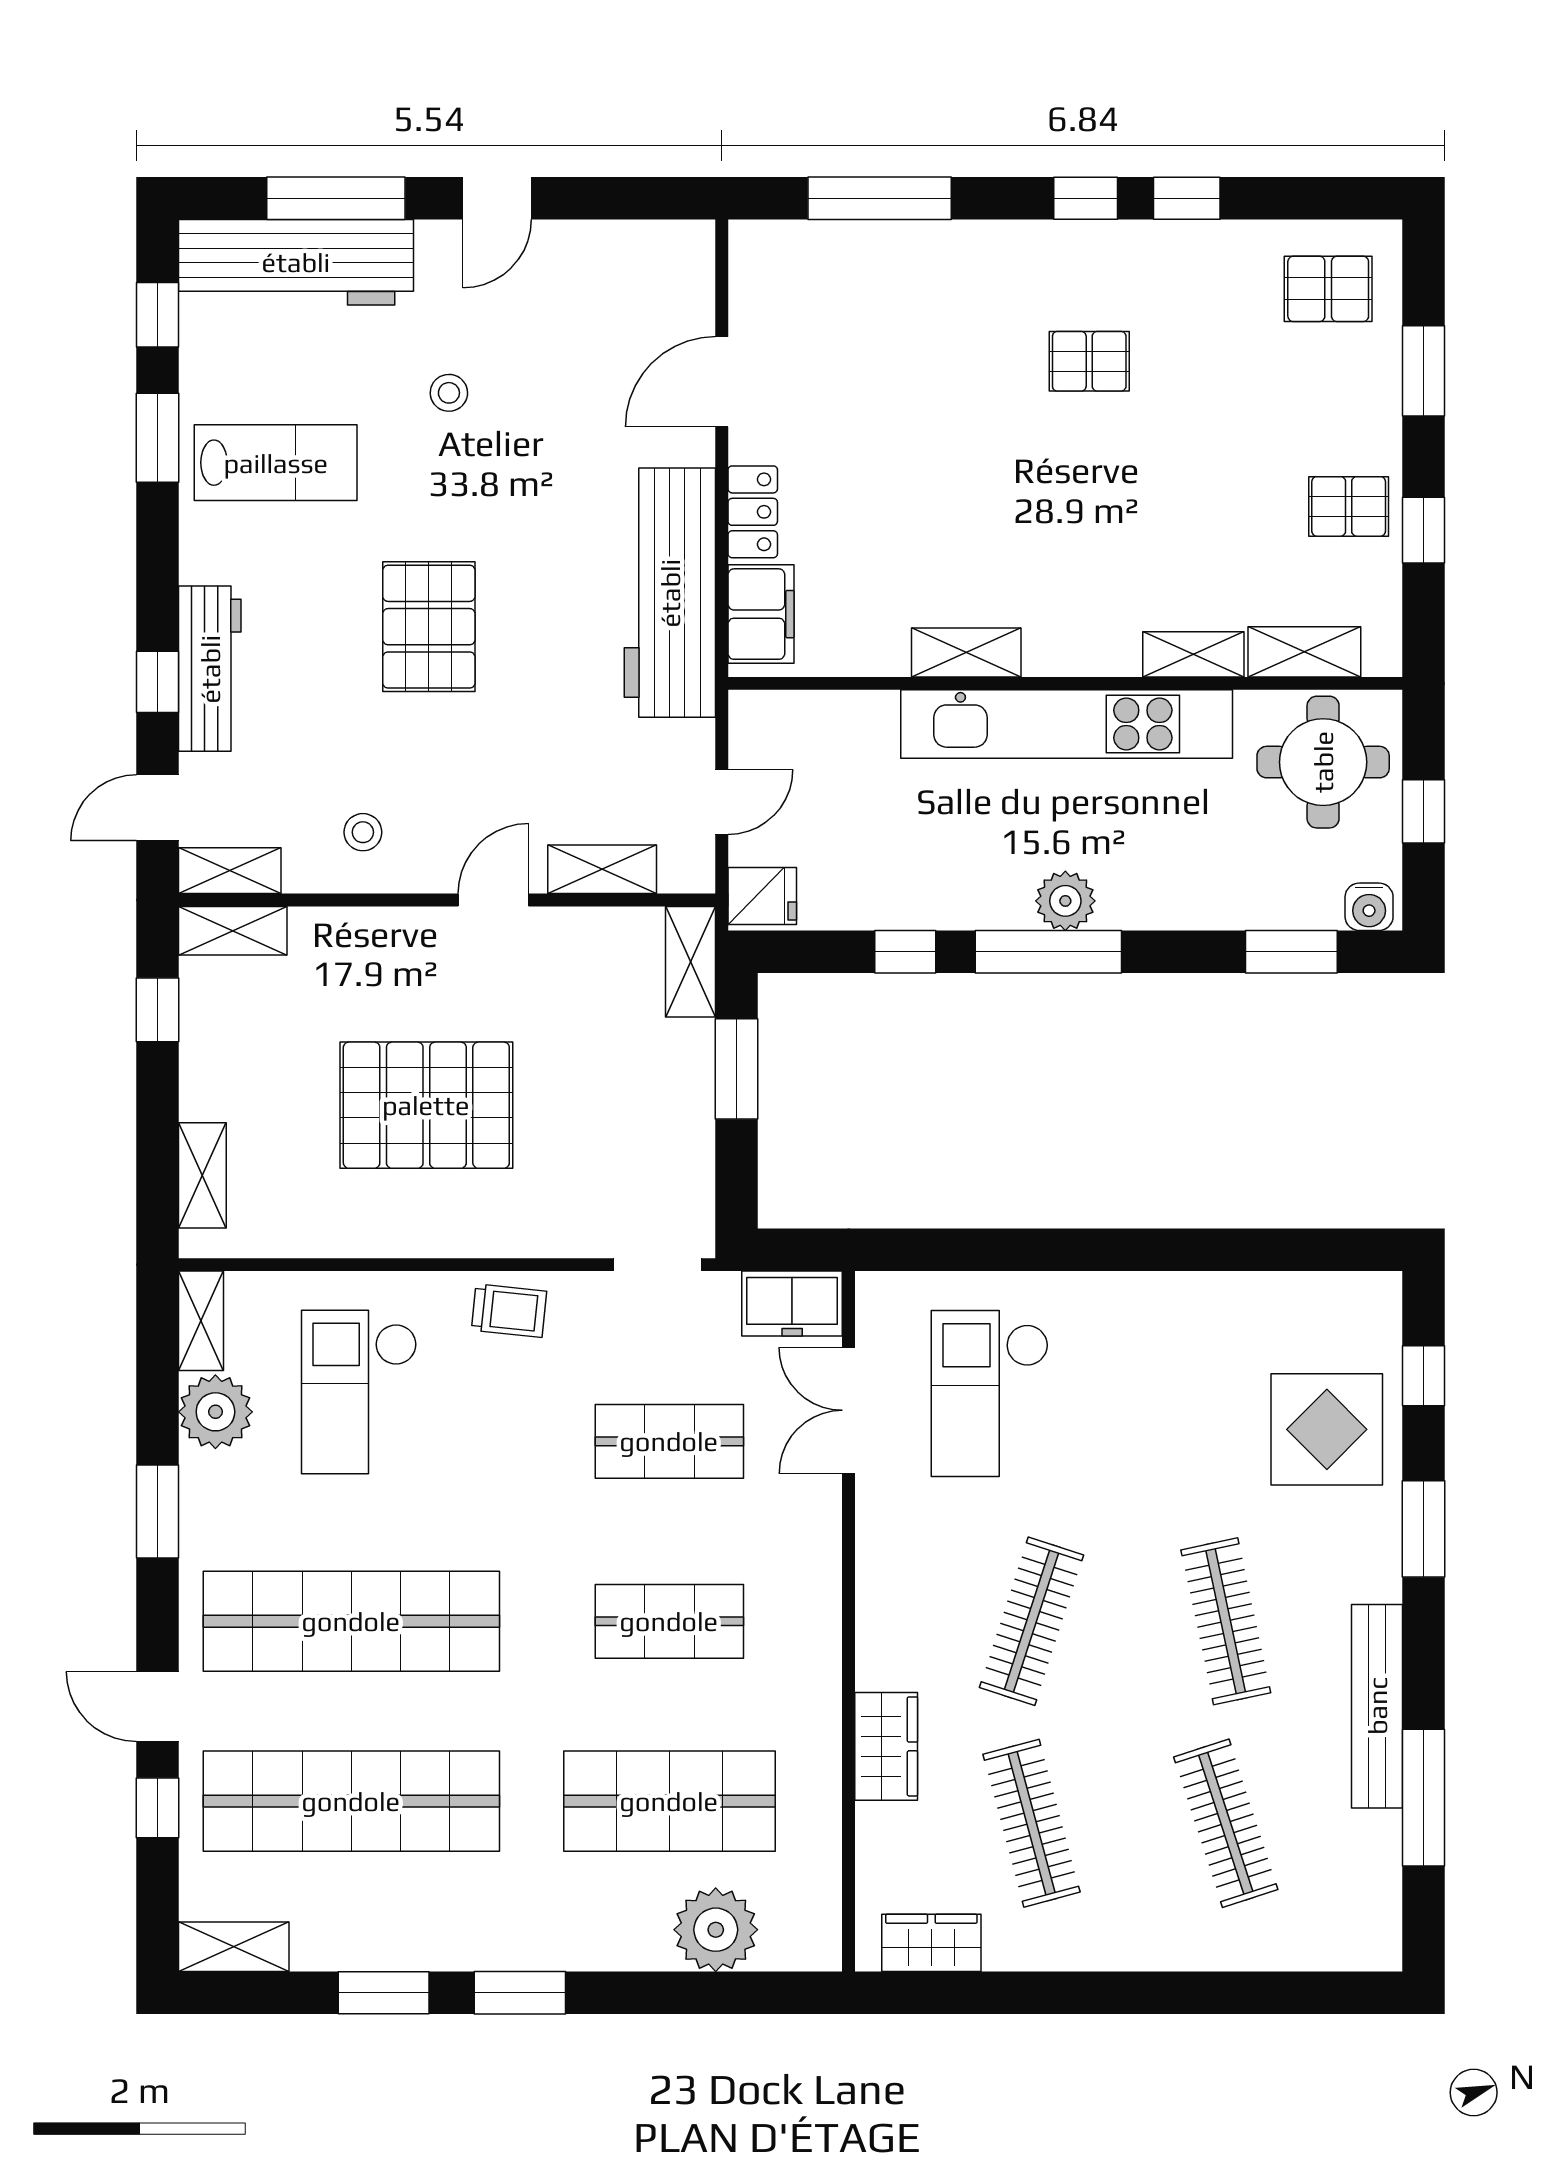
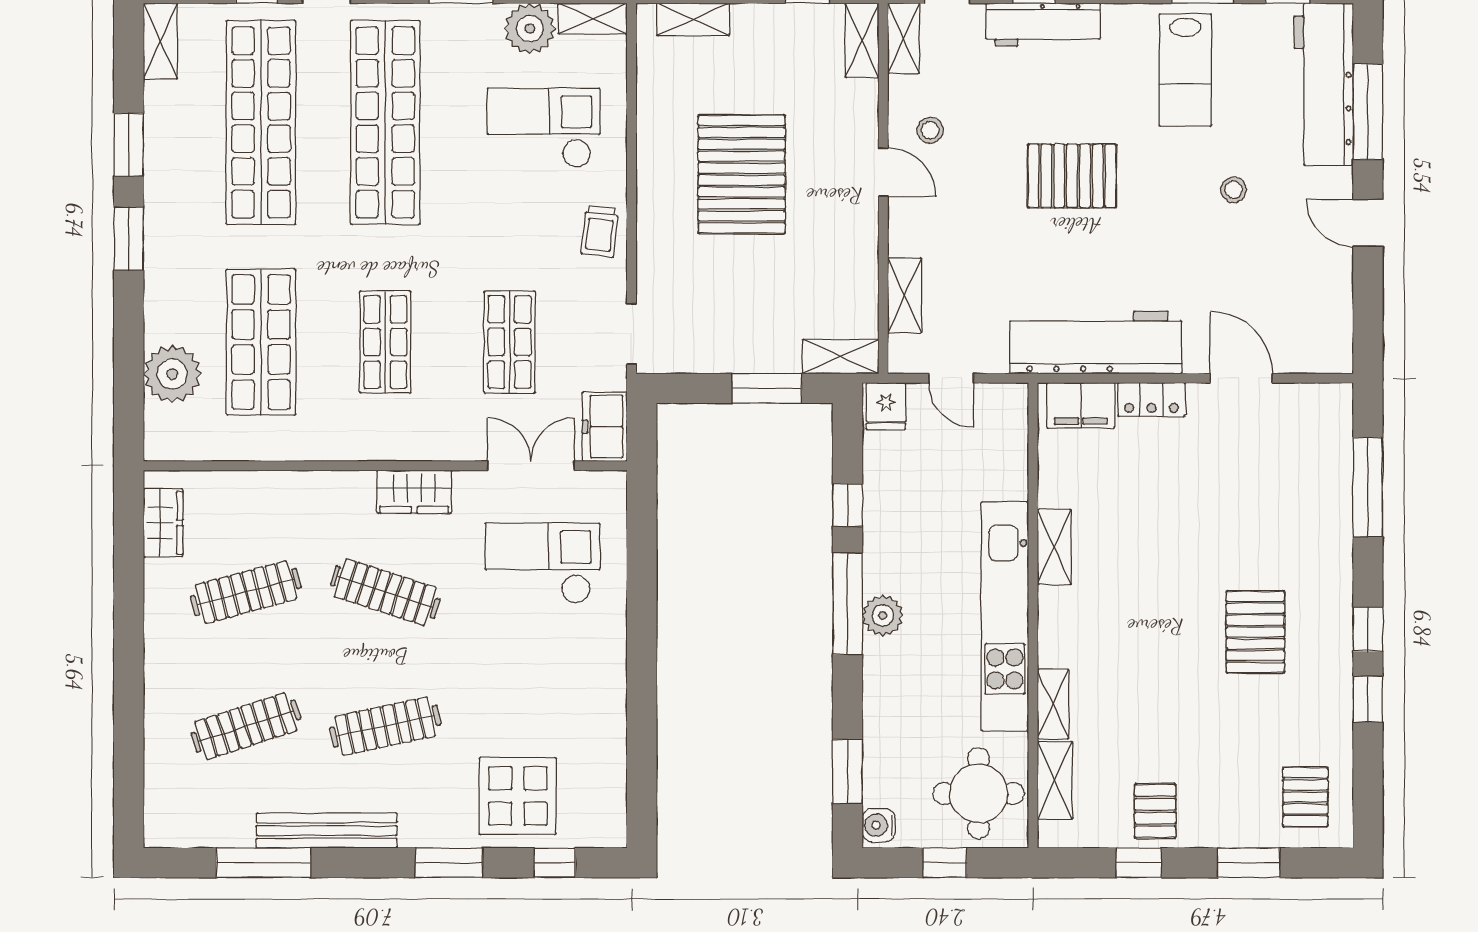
pallet: (1089, 361) -> (1255, 632), width x1.50, depth x1.42
door: (493, 900) -> (883, 172), moved
wardrobe: (886, 1746) -> (414, 492), moved

